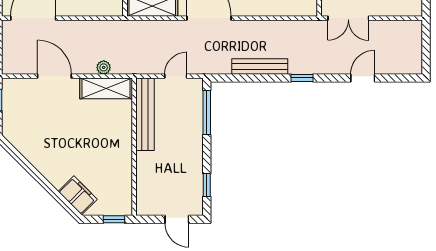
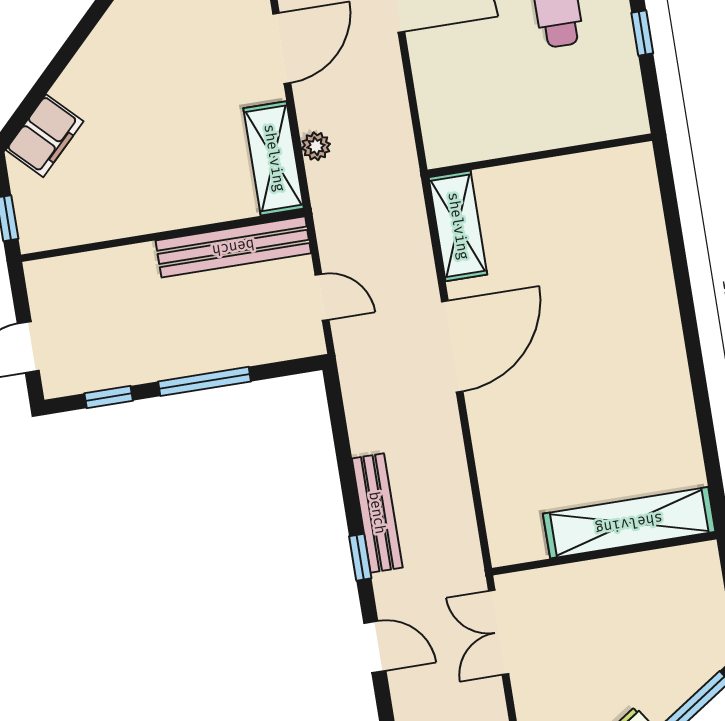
bench: (260, 66) -> (377, 513), moved
door: (363, 78) -> (375, 647), moved
window: (207, 112) -> (205, 381), moved

